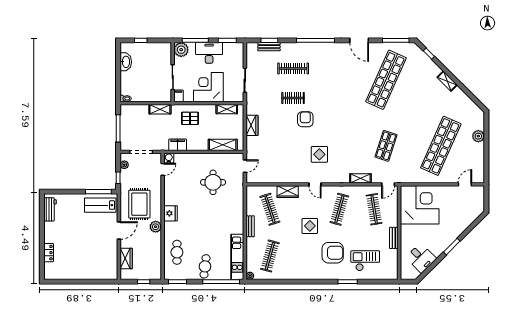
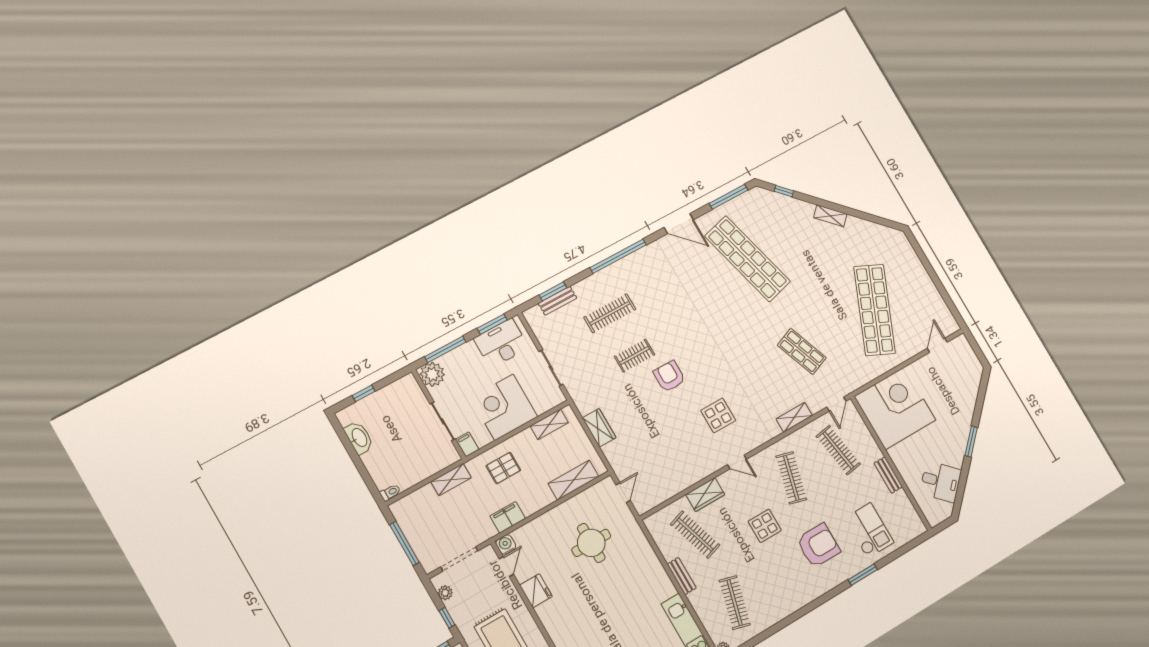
desk: (209, 53) -> (501, 343), moved
shop shelf: (386, 80) -> (748, 259), turned -39
plant: (478, 136) -> (916, 269), removed
shop shelf: (386, 146) -> (802, 351), turned -39
fridge: (170, 213) -> (536, 591), moved
checkout: (365, 261) -> (869, 530), turned 90

